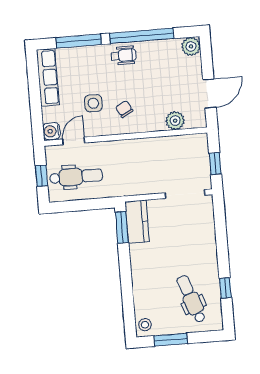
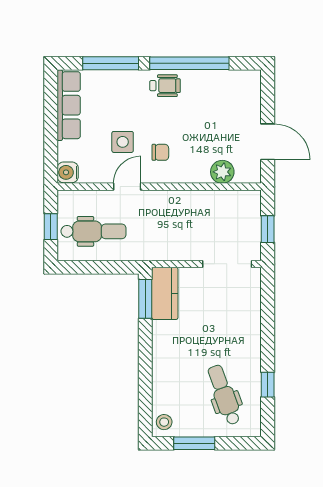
plant: (191, 46) -> (250, 81), removed
door: (209, 94) -> (268, 142), hinge flipped
chair: (124, 109) -> (160, 152), turned 118
door: (74, 141) -> (127, 187), moved

